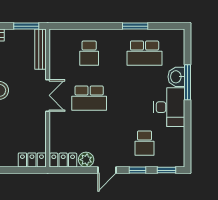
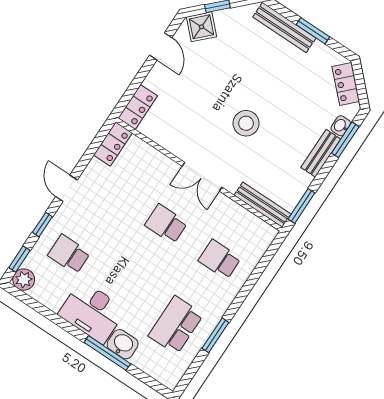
school desk: (89, 98) -> (166, 224), width x0.54
plant: (86, 160) -> (24, 280), moved

